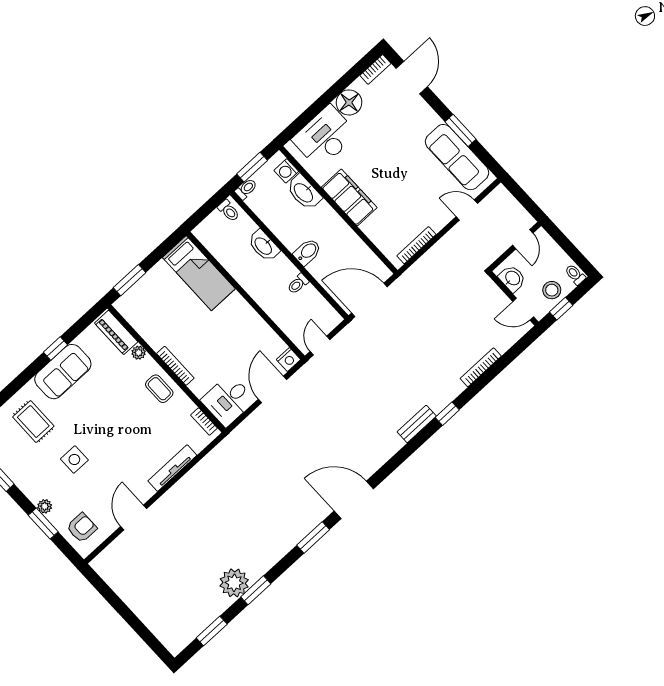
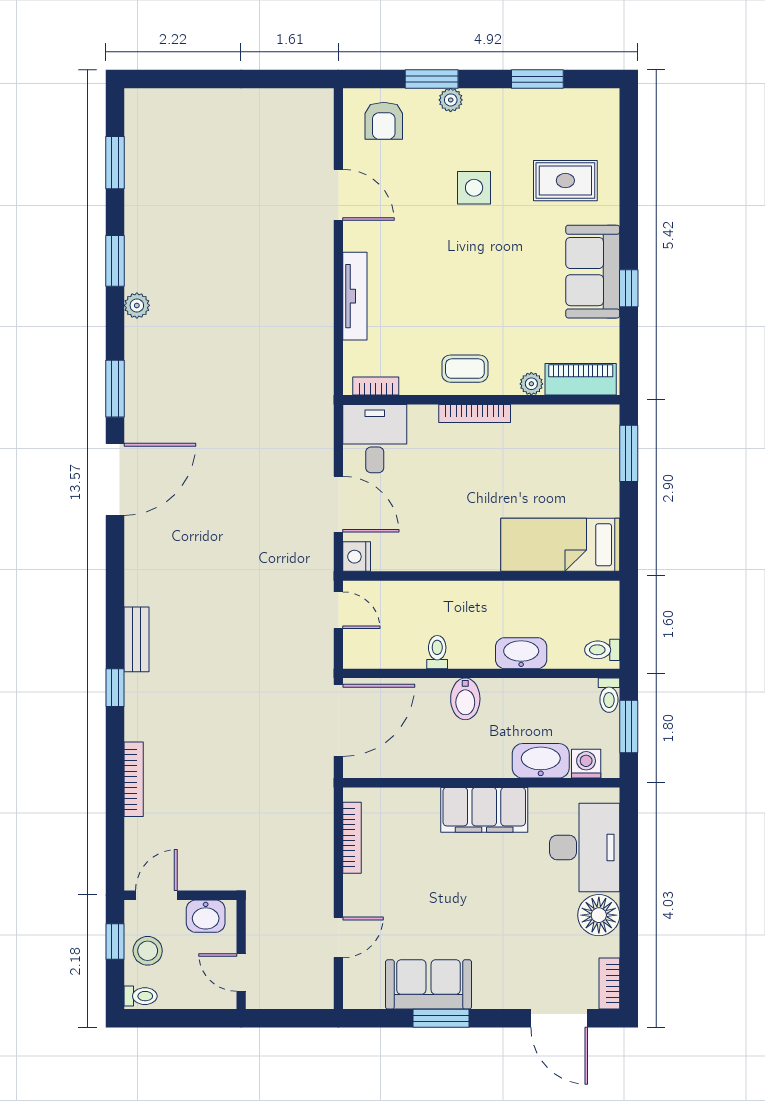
sofa: (457, 157) -> (429, 984), width x0.73
plant: (234, 583) -> (137, 305), moved, width x0.53, depth x0.53

